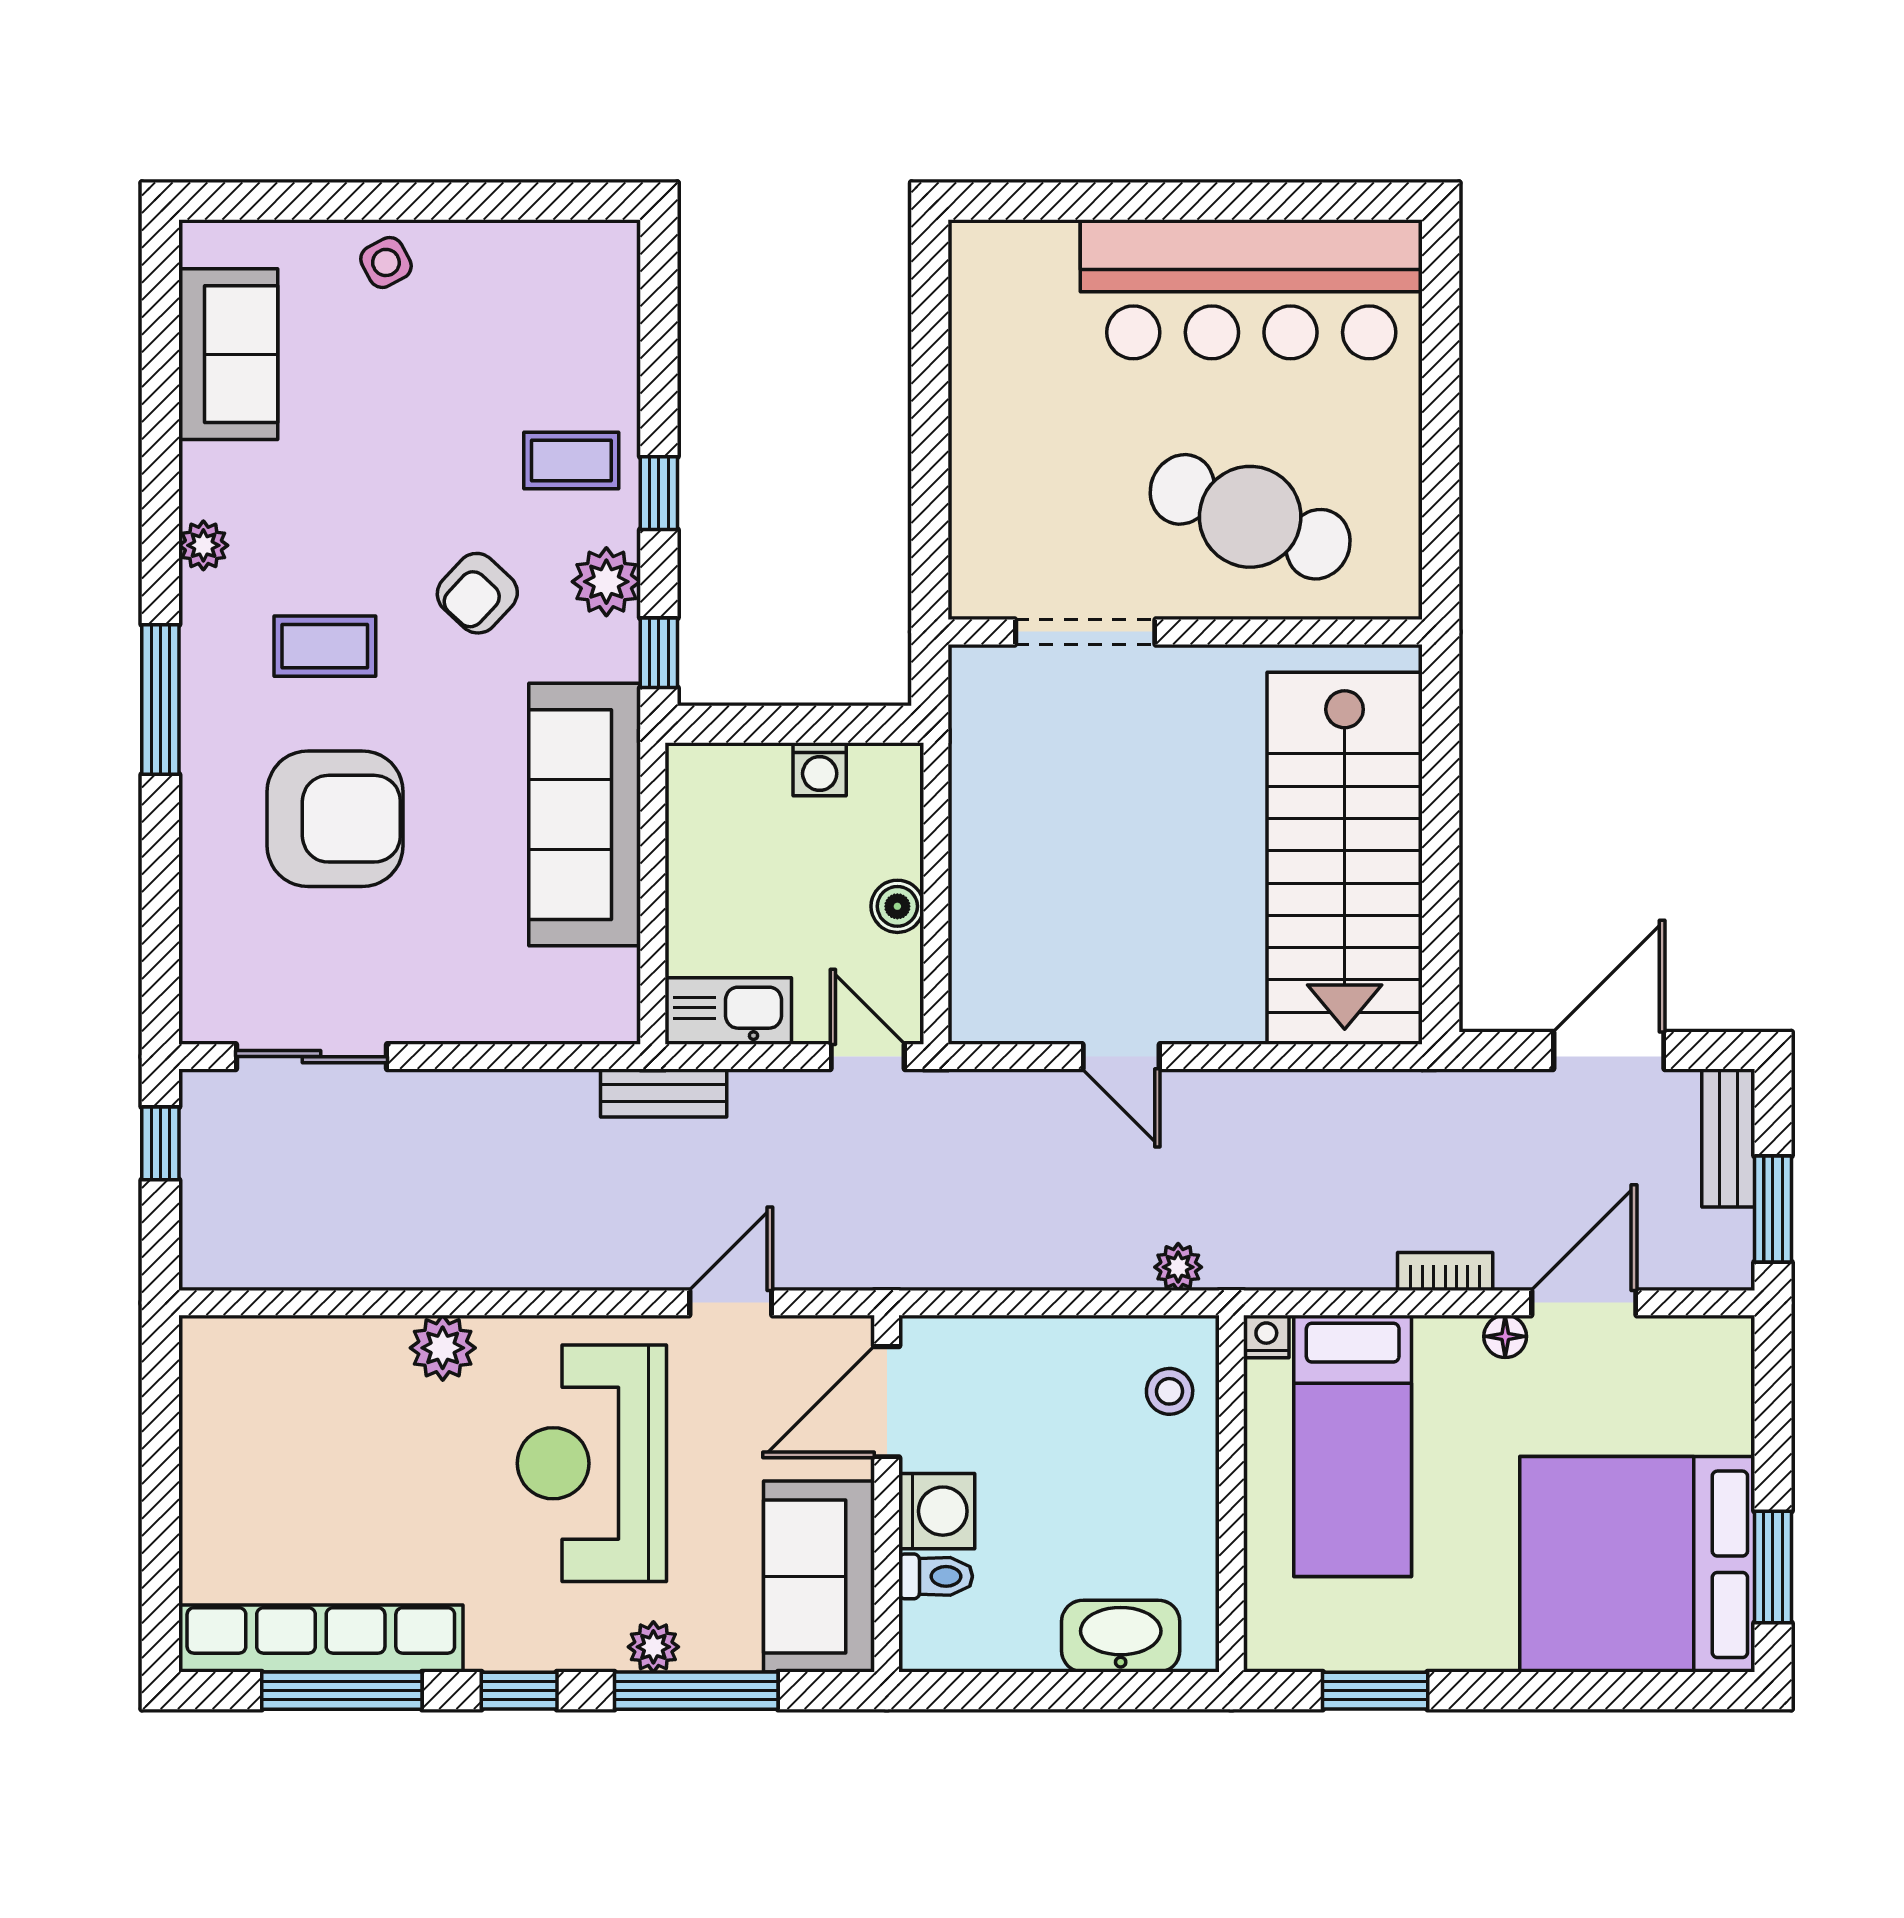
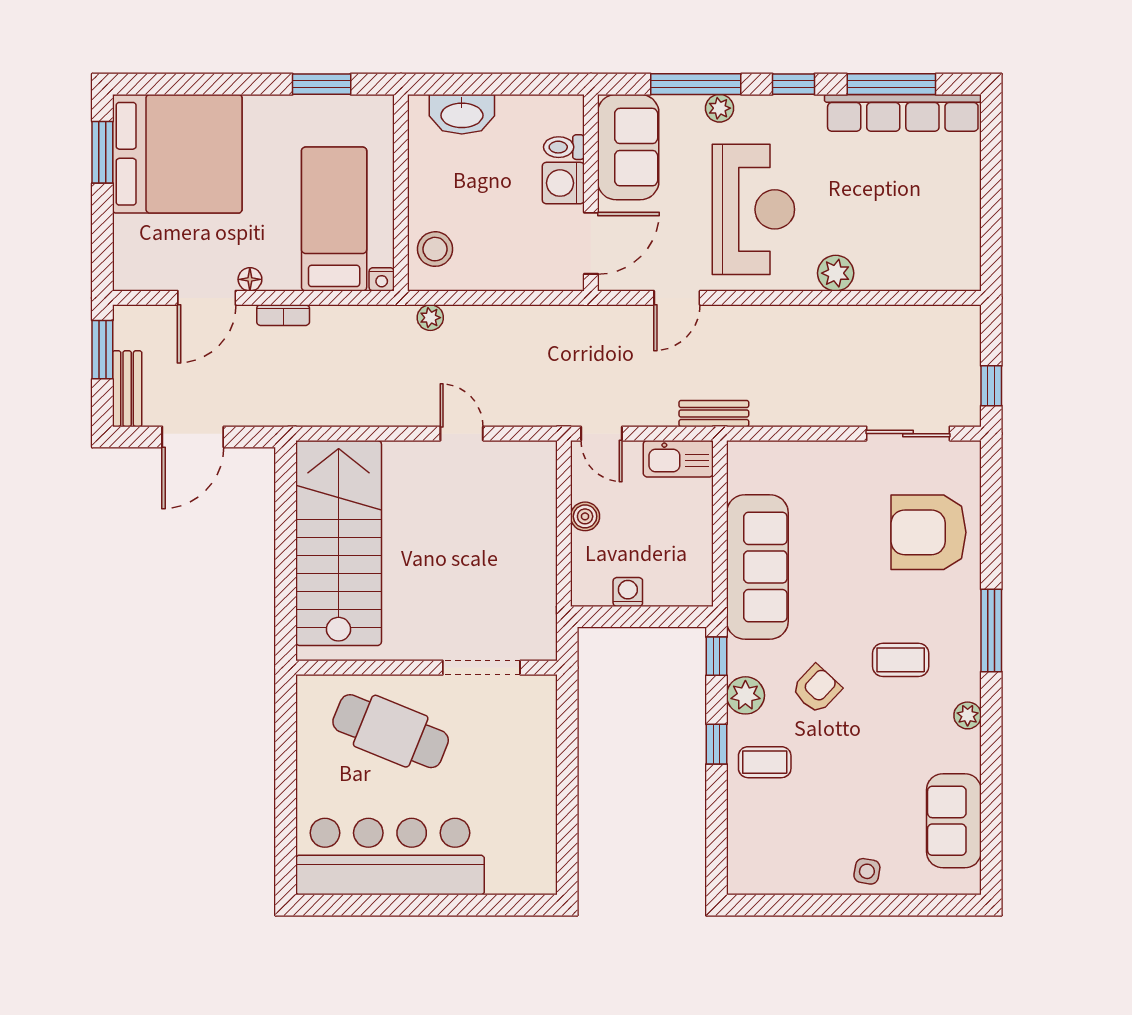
side table: (386, 262) -> (867, 871), turned 38
armchair: (335, 819) -> (929, 532), moved
stool: (1170, 1391) -> (435, 249), width x1.37, depth x1.37

